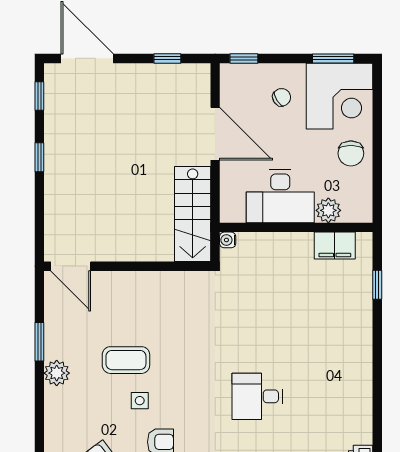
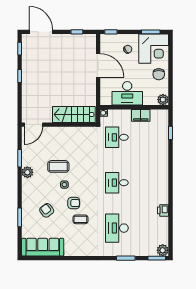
plant: (328, 210) -> (163, 100), moved
stairs: (193, 214) -> (74, 115), moved, turned 90
filing cabinet: (335, 246) -> (141, 115), moved
door: (71, 266) -> (34, 125), hinge flipped
desk: (257, 295) -> (117, 137), added

